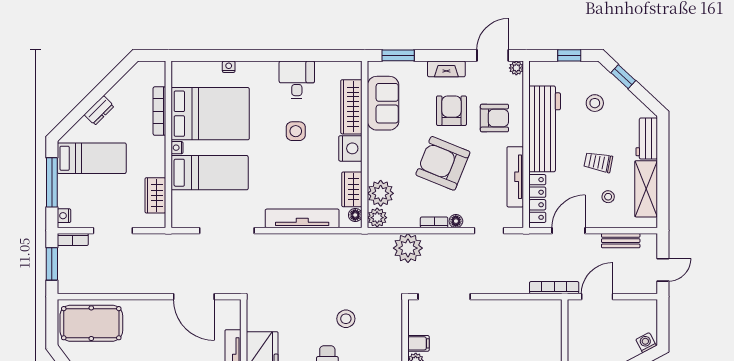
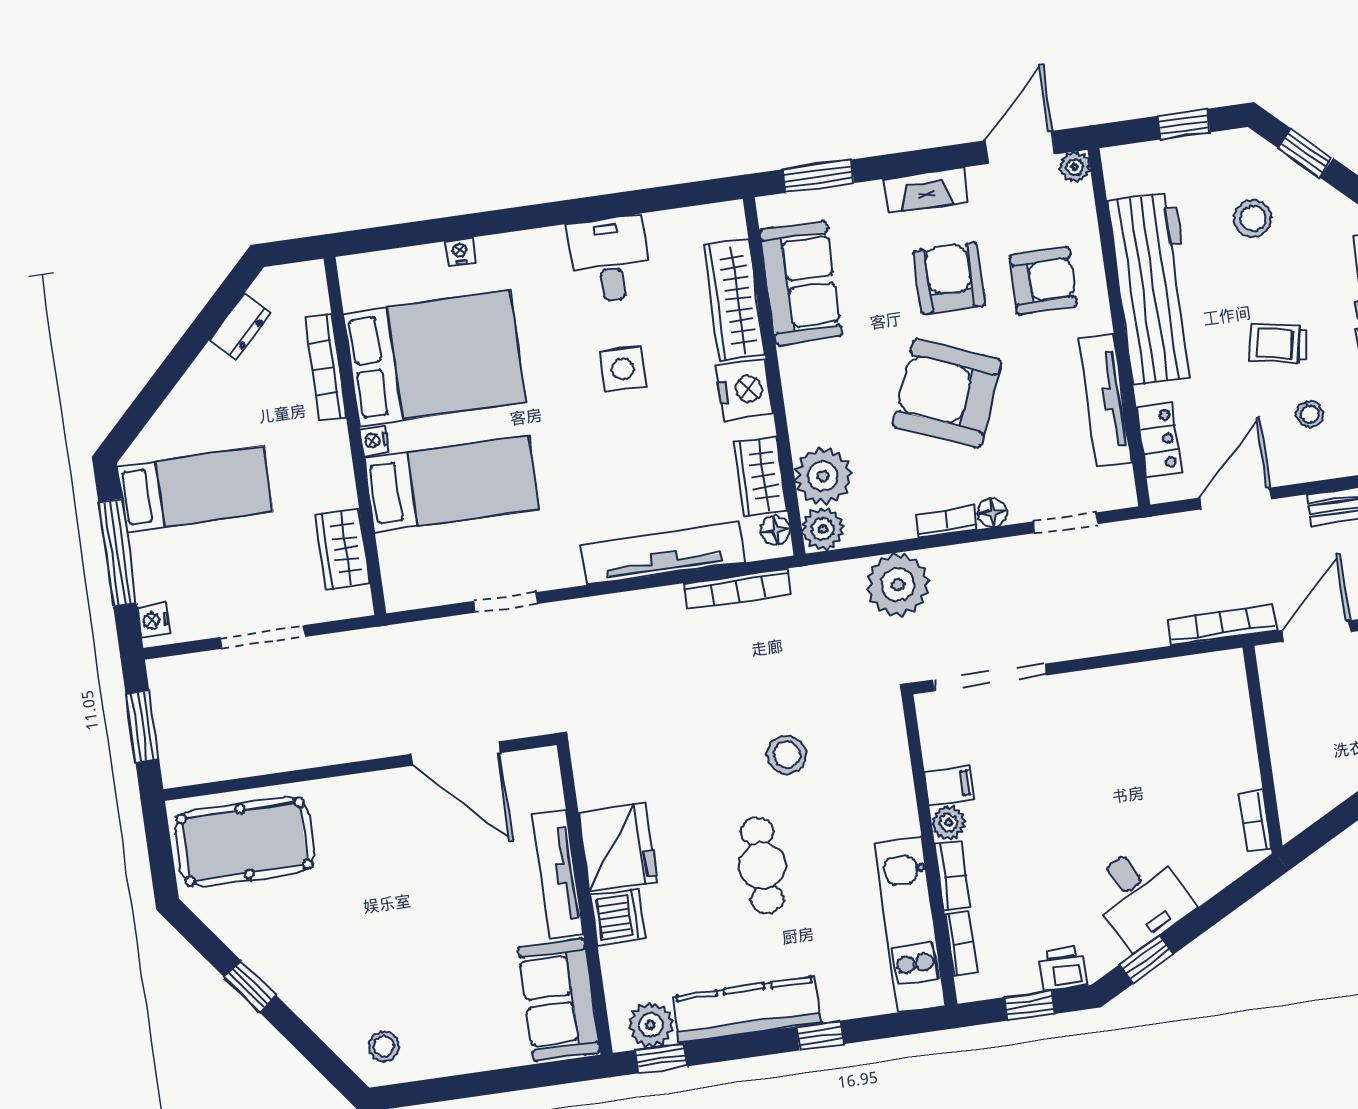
dresser: (99, 110) -> (240, 326), moved
locker: (537, 198) -> (1159, 440), width x0.66
doorway: (227, 231) -> (506, 602), width x0.53
bookcase: (73, 239) -> (737, 589), moved, width x1.56

